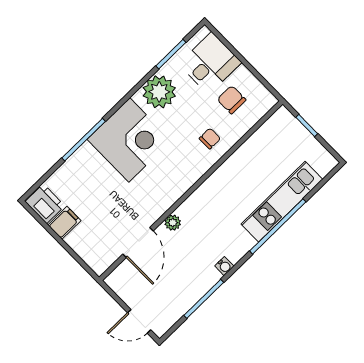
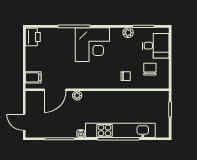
plant: (159, 92) -> (128, 33), width x0.53, depth x0.53
kitchen unit: (282, 202) -> (120, 130), width x1.36
filing cabinet: (64, 223) -> (33, 77), moved

